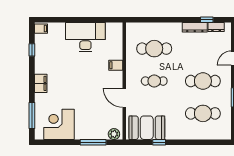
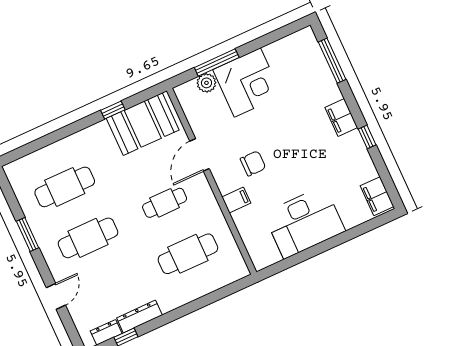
filing cabinet: (41, 29) -> (377, 196), width x2.00
window: (32, 50) -> (367, 137), moved
chair: (98, 80) -> (253, 163), added
door: (124, 98) -> (200, 155), swing flipped
corner desk: (59, 124) -> (247, 82), moved
plant: (114, 134) -> (206, 83), moved

